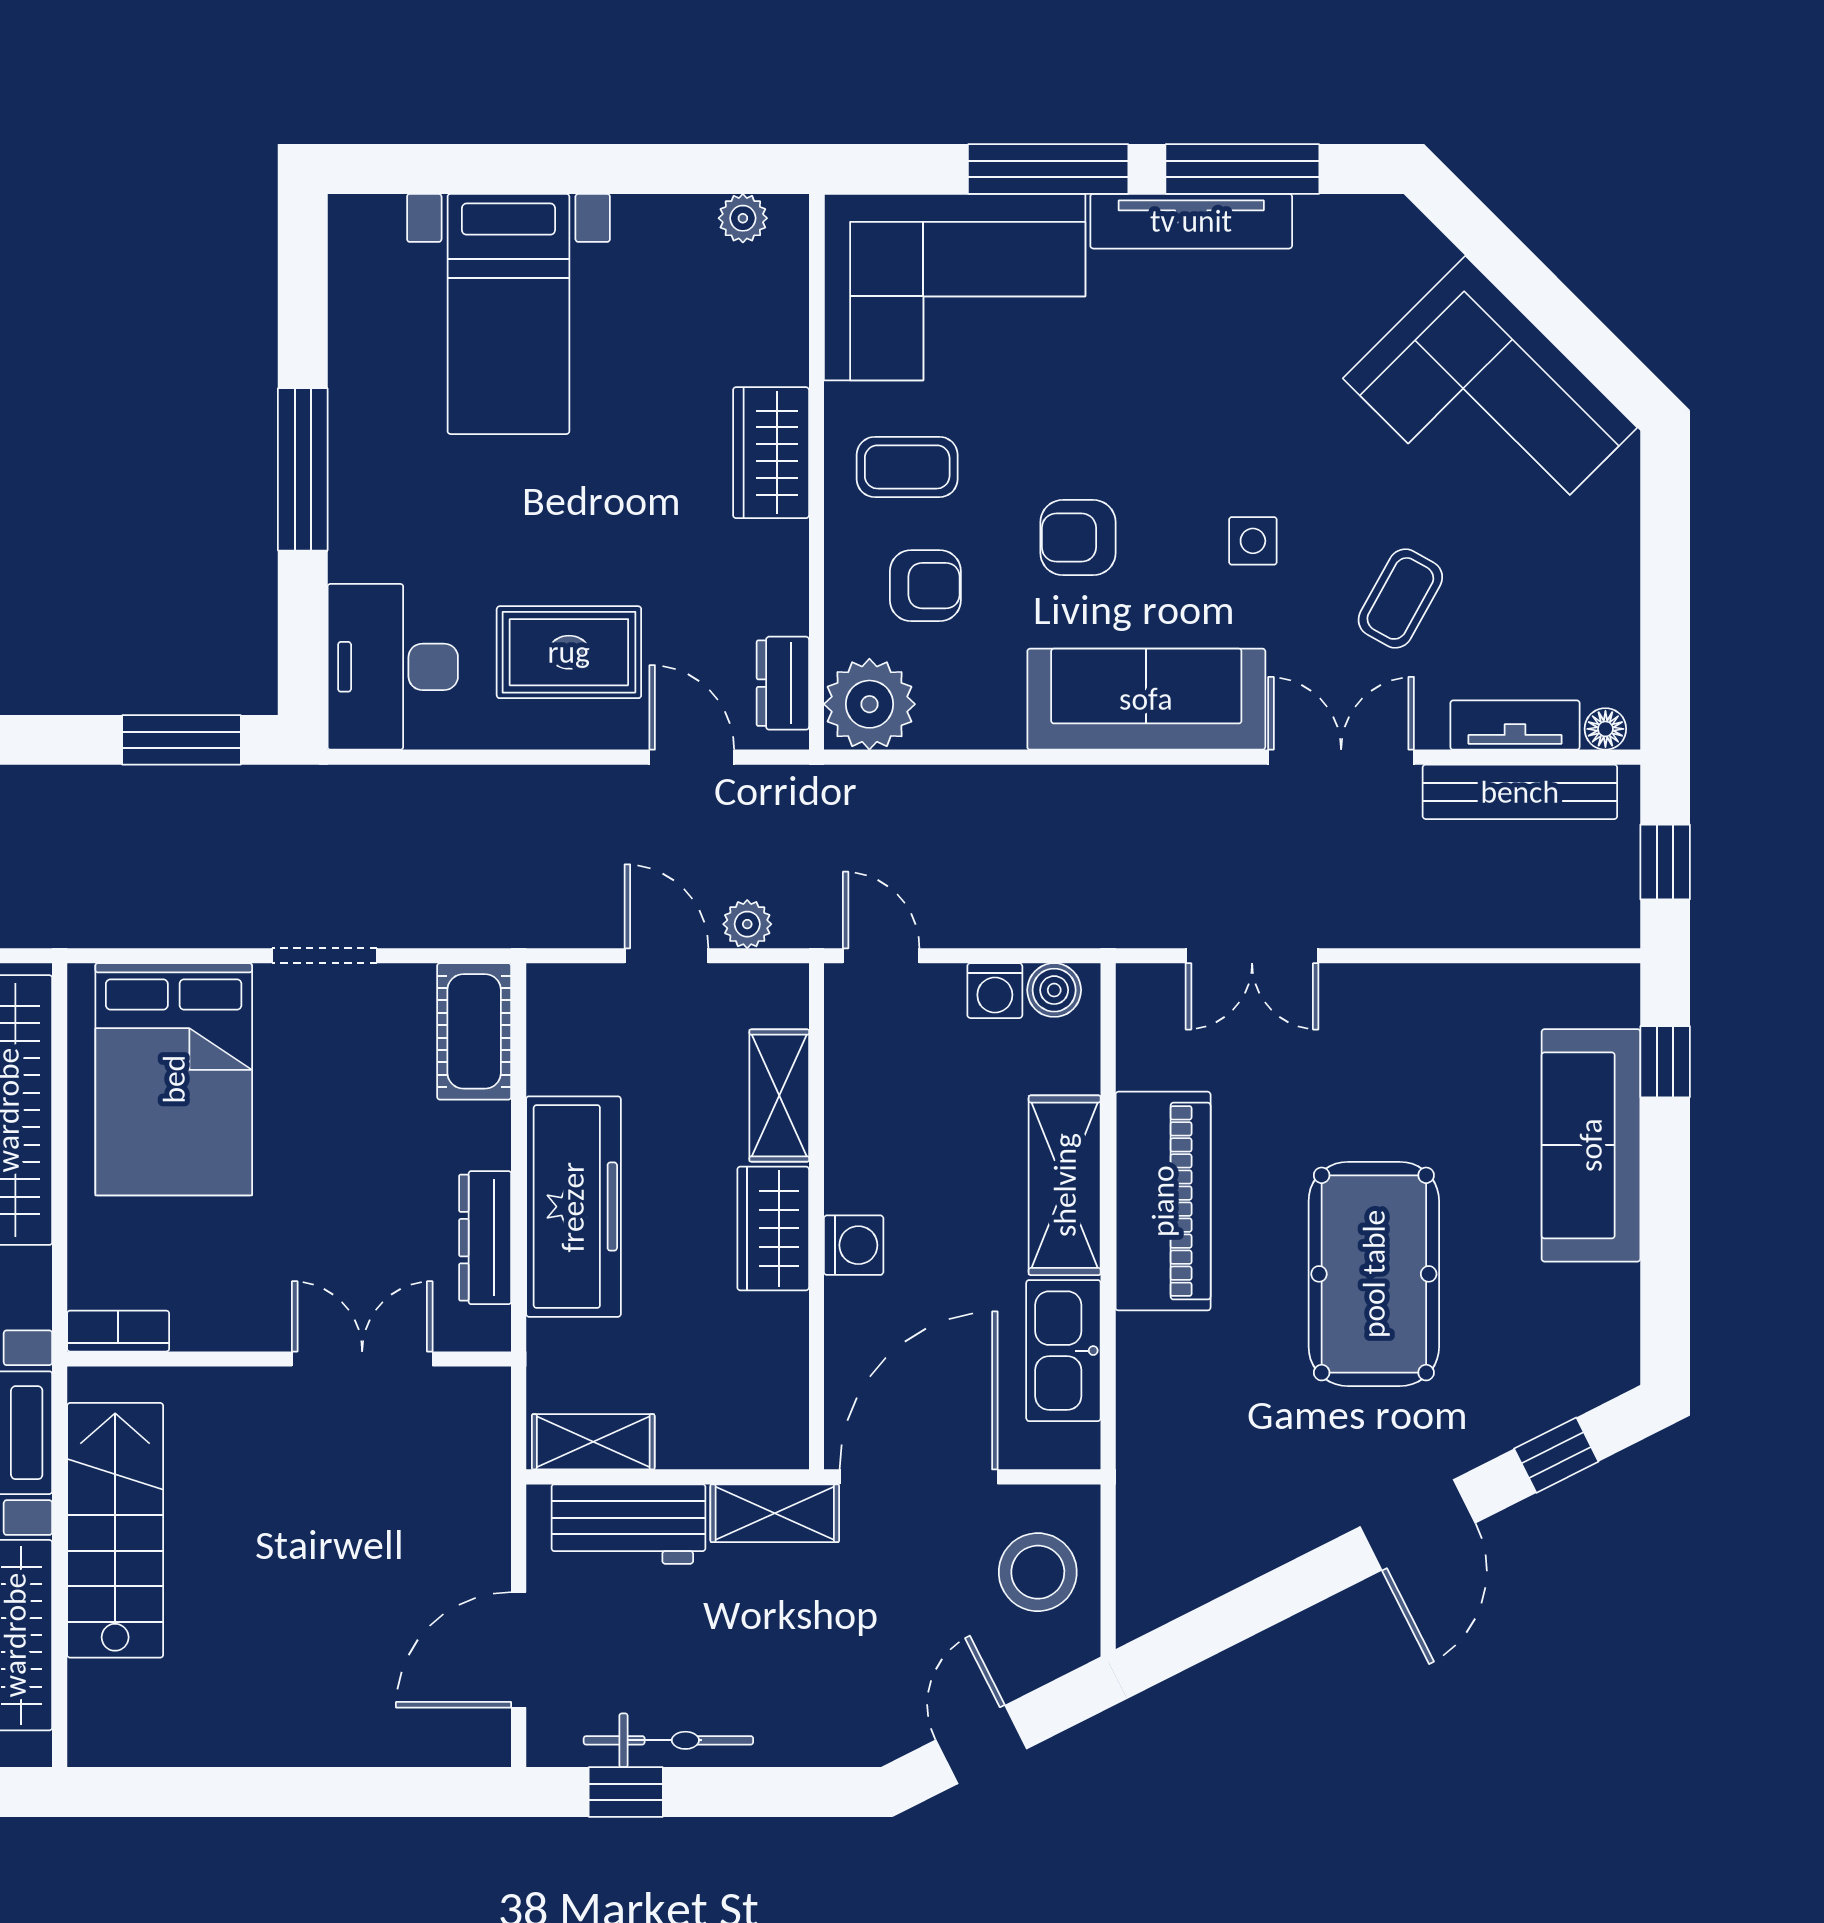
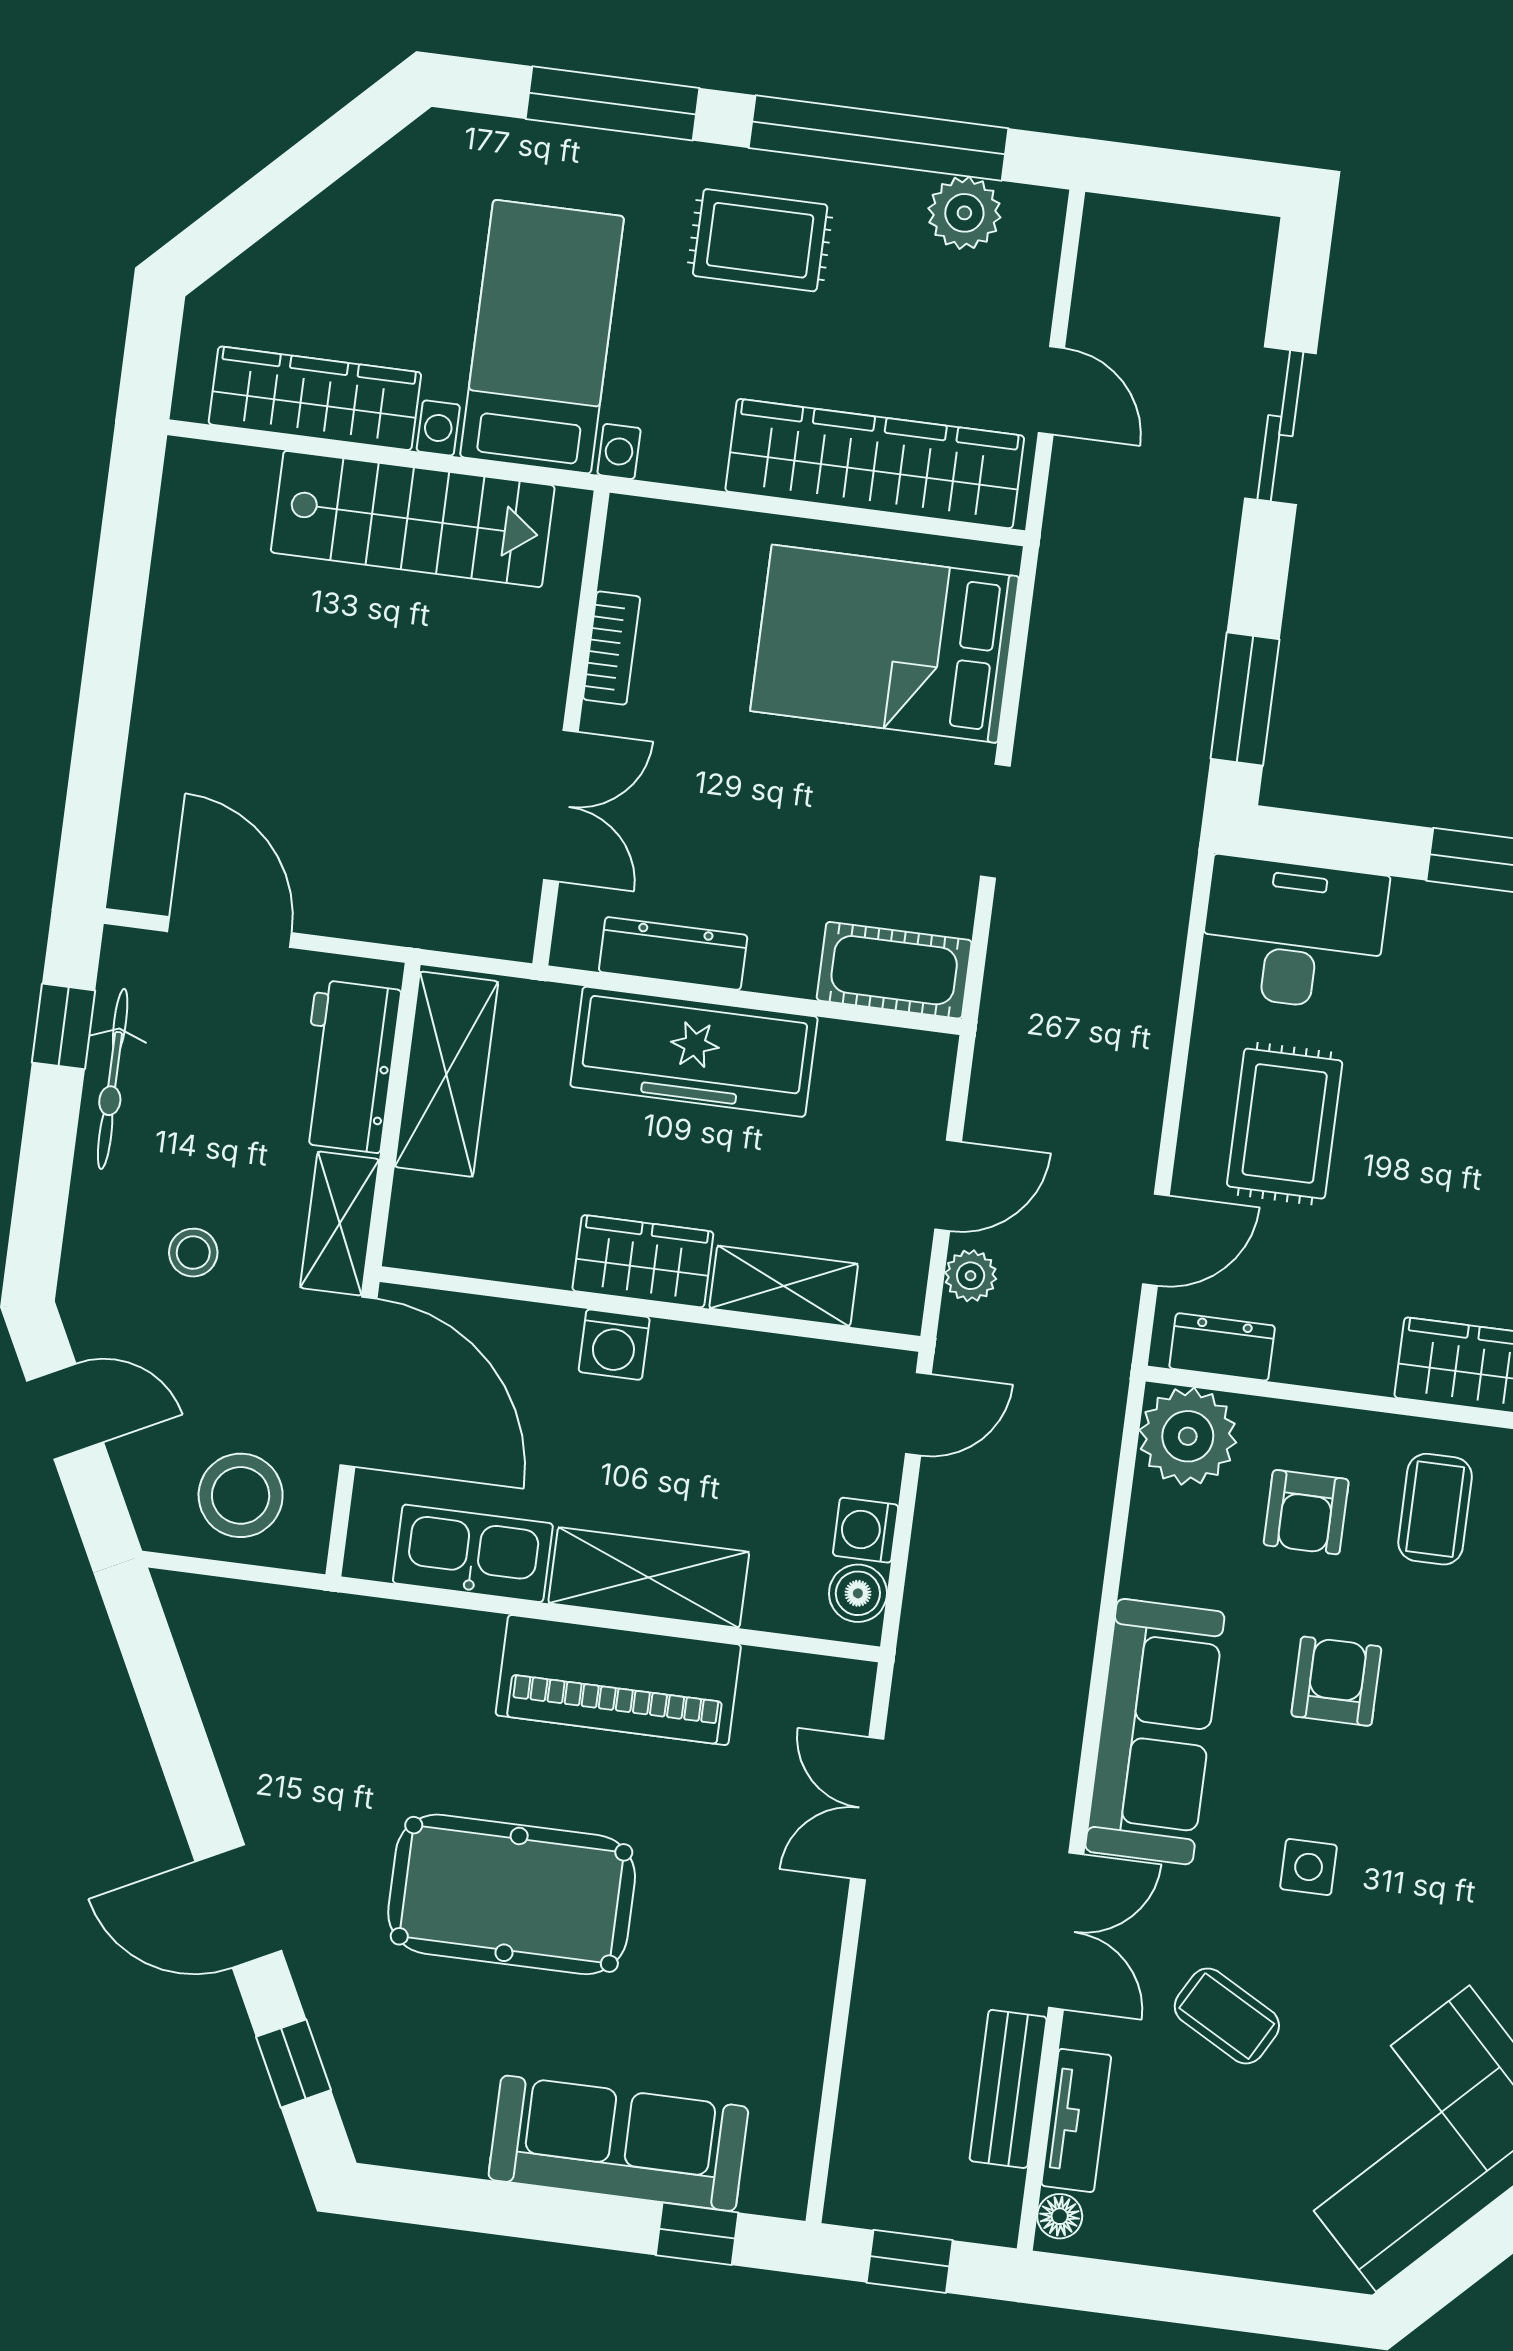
bench: (1520, 792) -> (1008, 2089), width x0.73
bookcase: (118, 1331) -> (612, 648), moved
shelving: (593, 1442) -> (446, 1074), width x1.50, depth x1.33
stool: (819, 1645) -> (193, 1253), added

